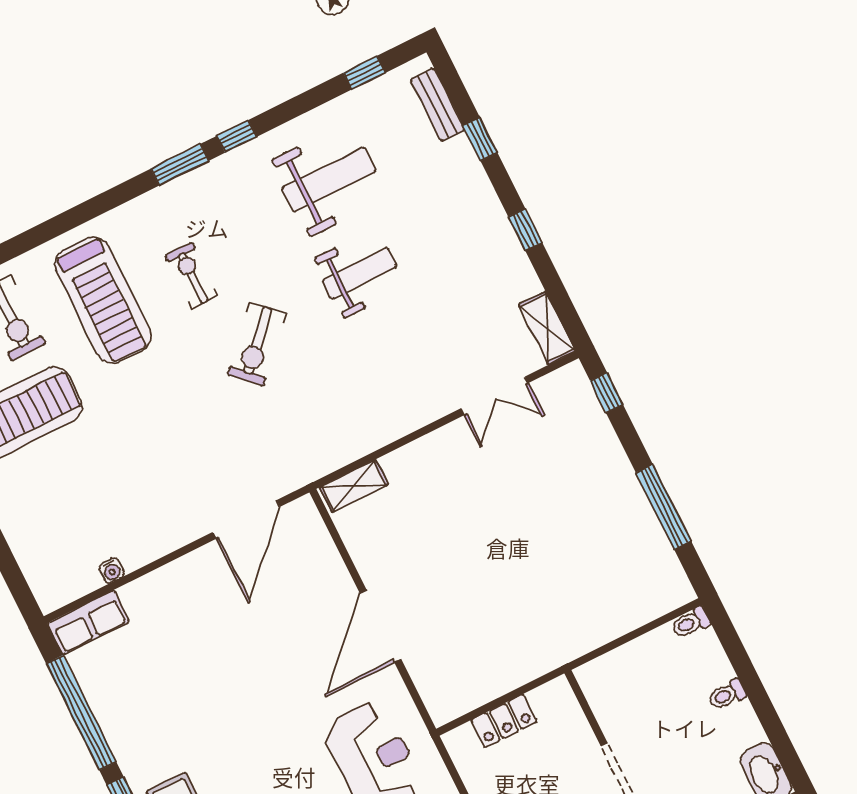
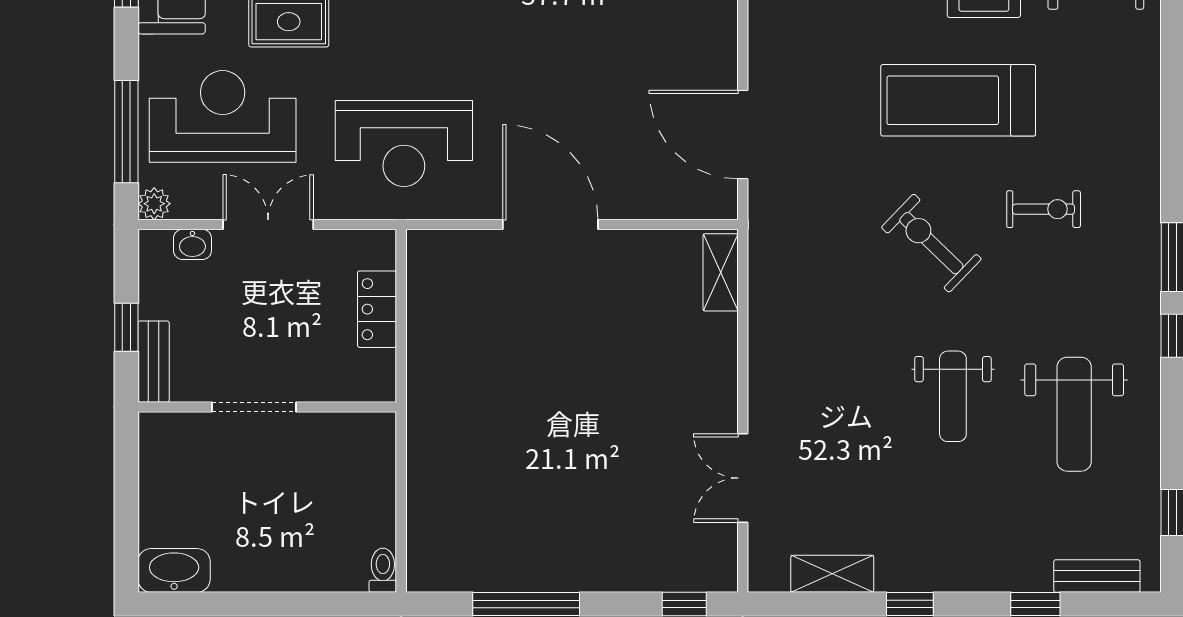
treadmill: (103, 300) -> (958, 100), moved
shelving: (547, 328) -> (832, 574), moved
toilet: (727, 695) -> (283, 571), removed

